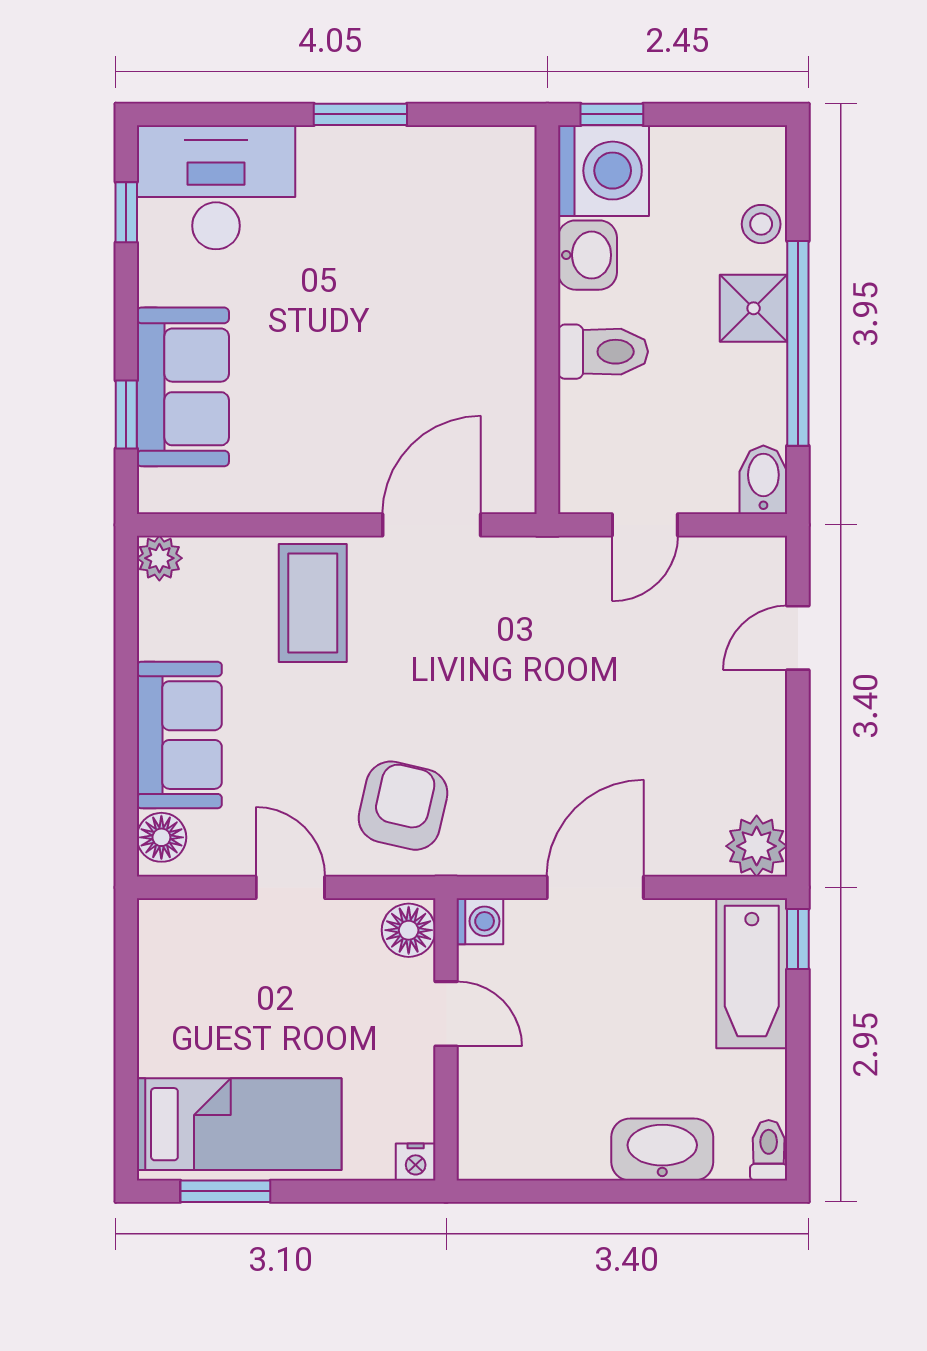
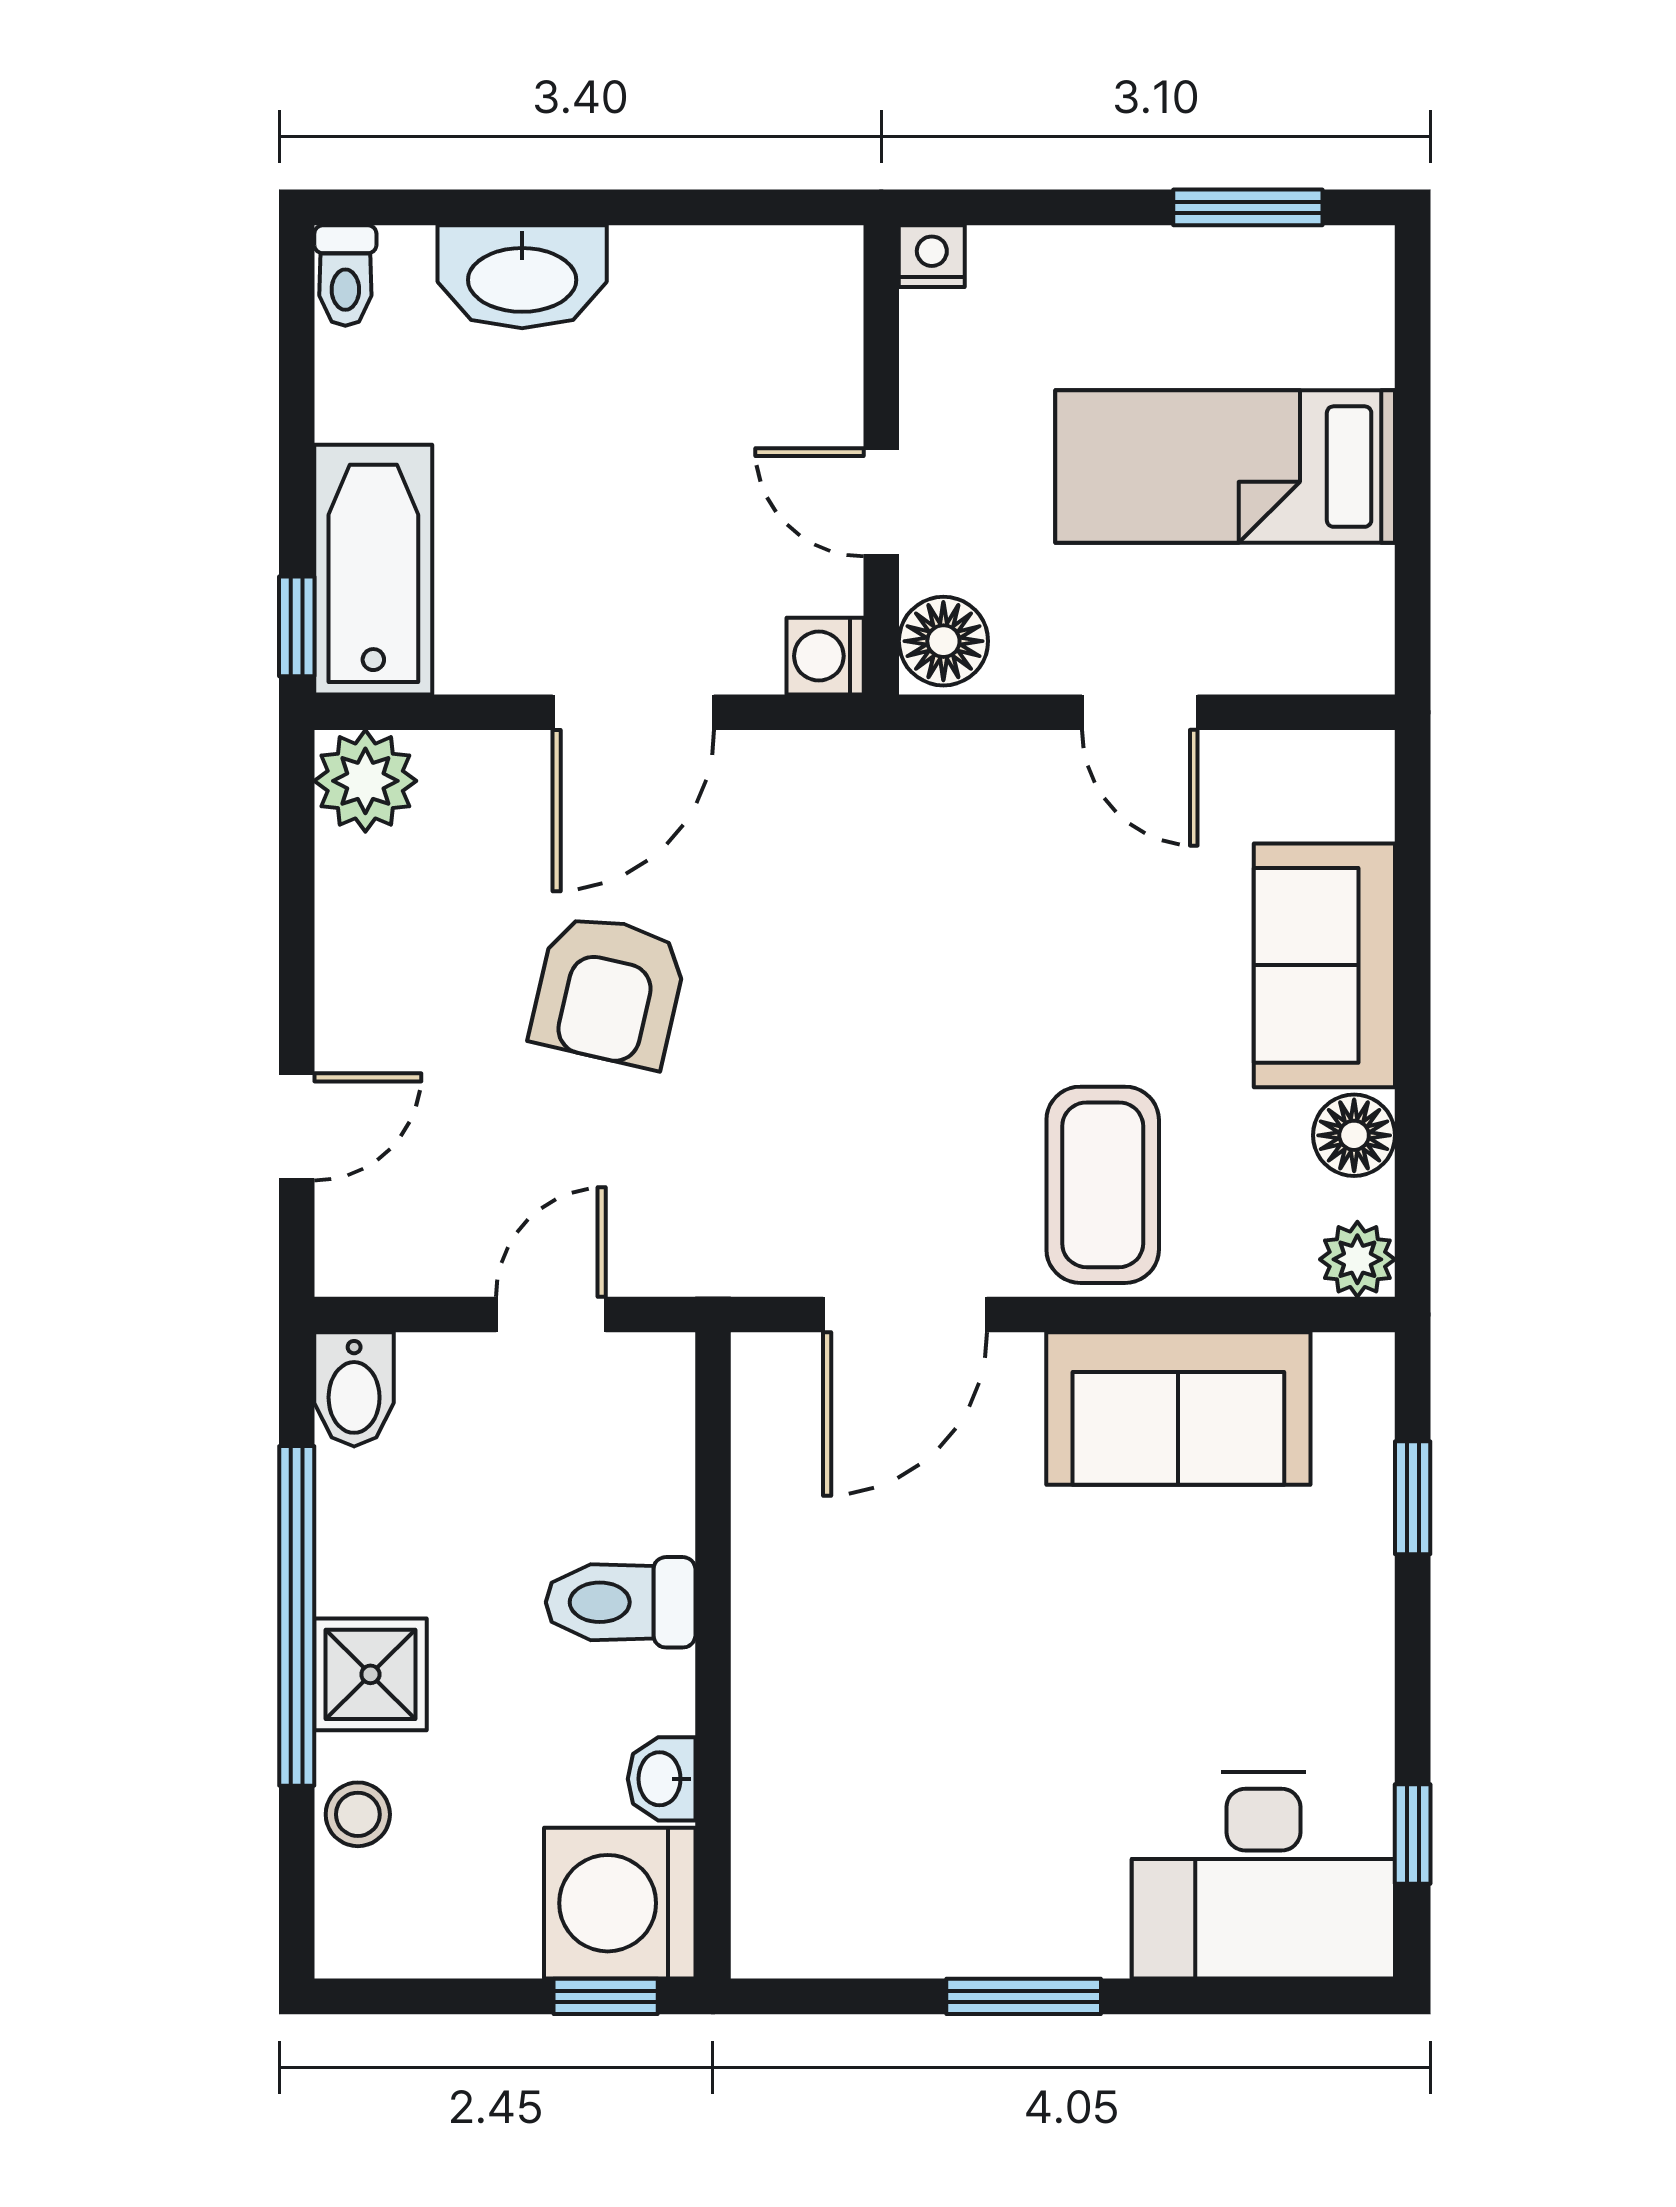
washbasin: (587, 255) -> (662, 1779), width x0.72, depth x0.69
sofa: (183, 387) -> (1178, 1409), moved, turned -90
armchair: (403, 806) -> (609, 990), moved
floor lamp: (161, 837) -> (1354, 1135), moved
bed: (239, 1124) -> (1225, 467), moved

